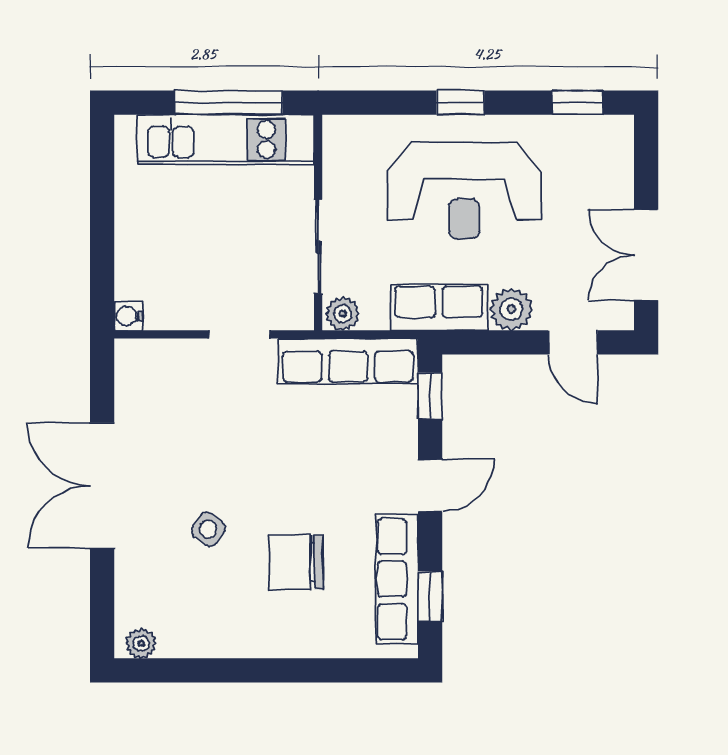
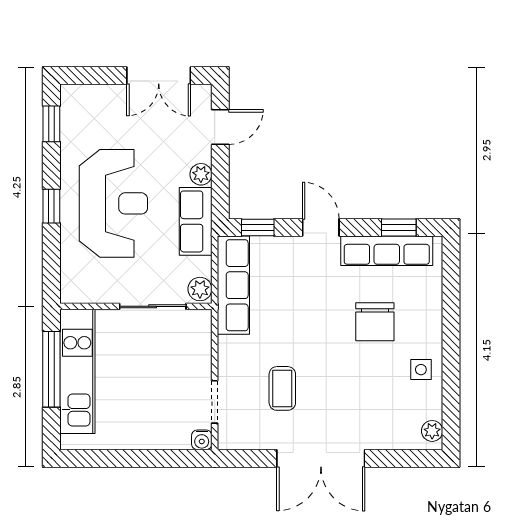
plant: (511, 309) -> (201, 174), width x0.73, depth x0.73
doorway: (239, 334) -> (215, 402), moved
coffee table: (201, 431) -> (282, 388), added
side table: (208, 529) -> (421, 370), moved, turned -36

